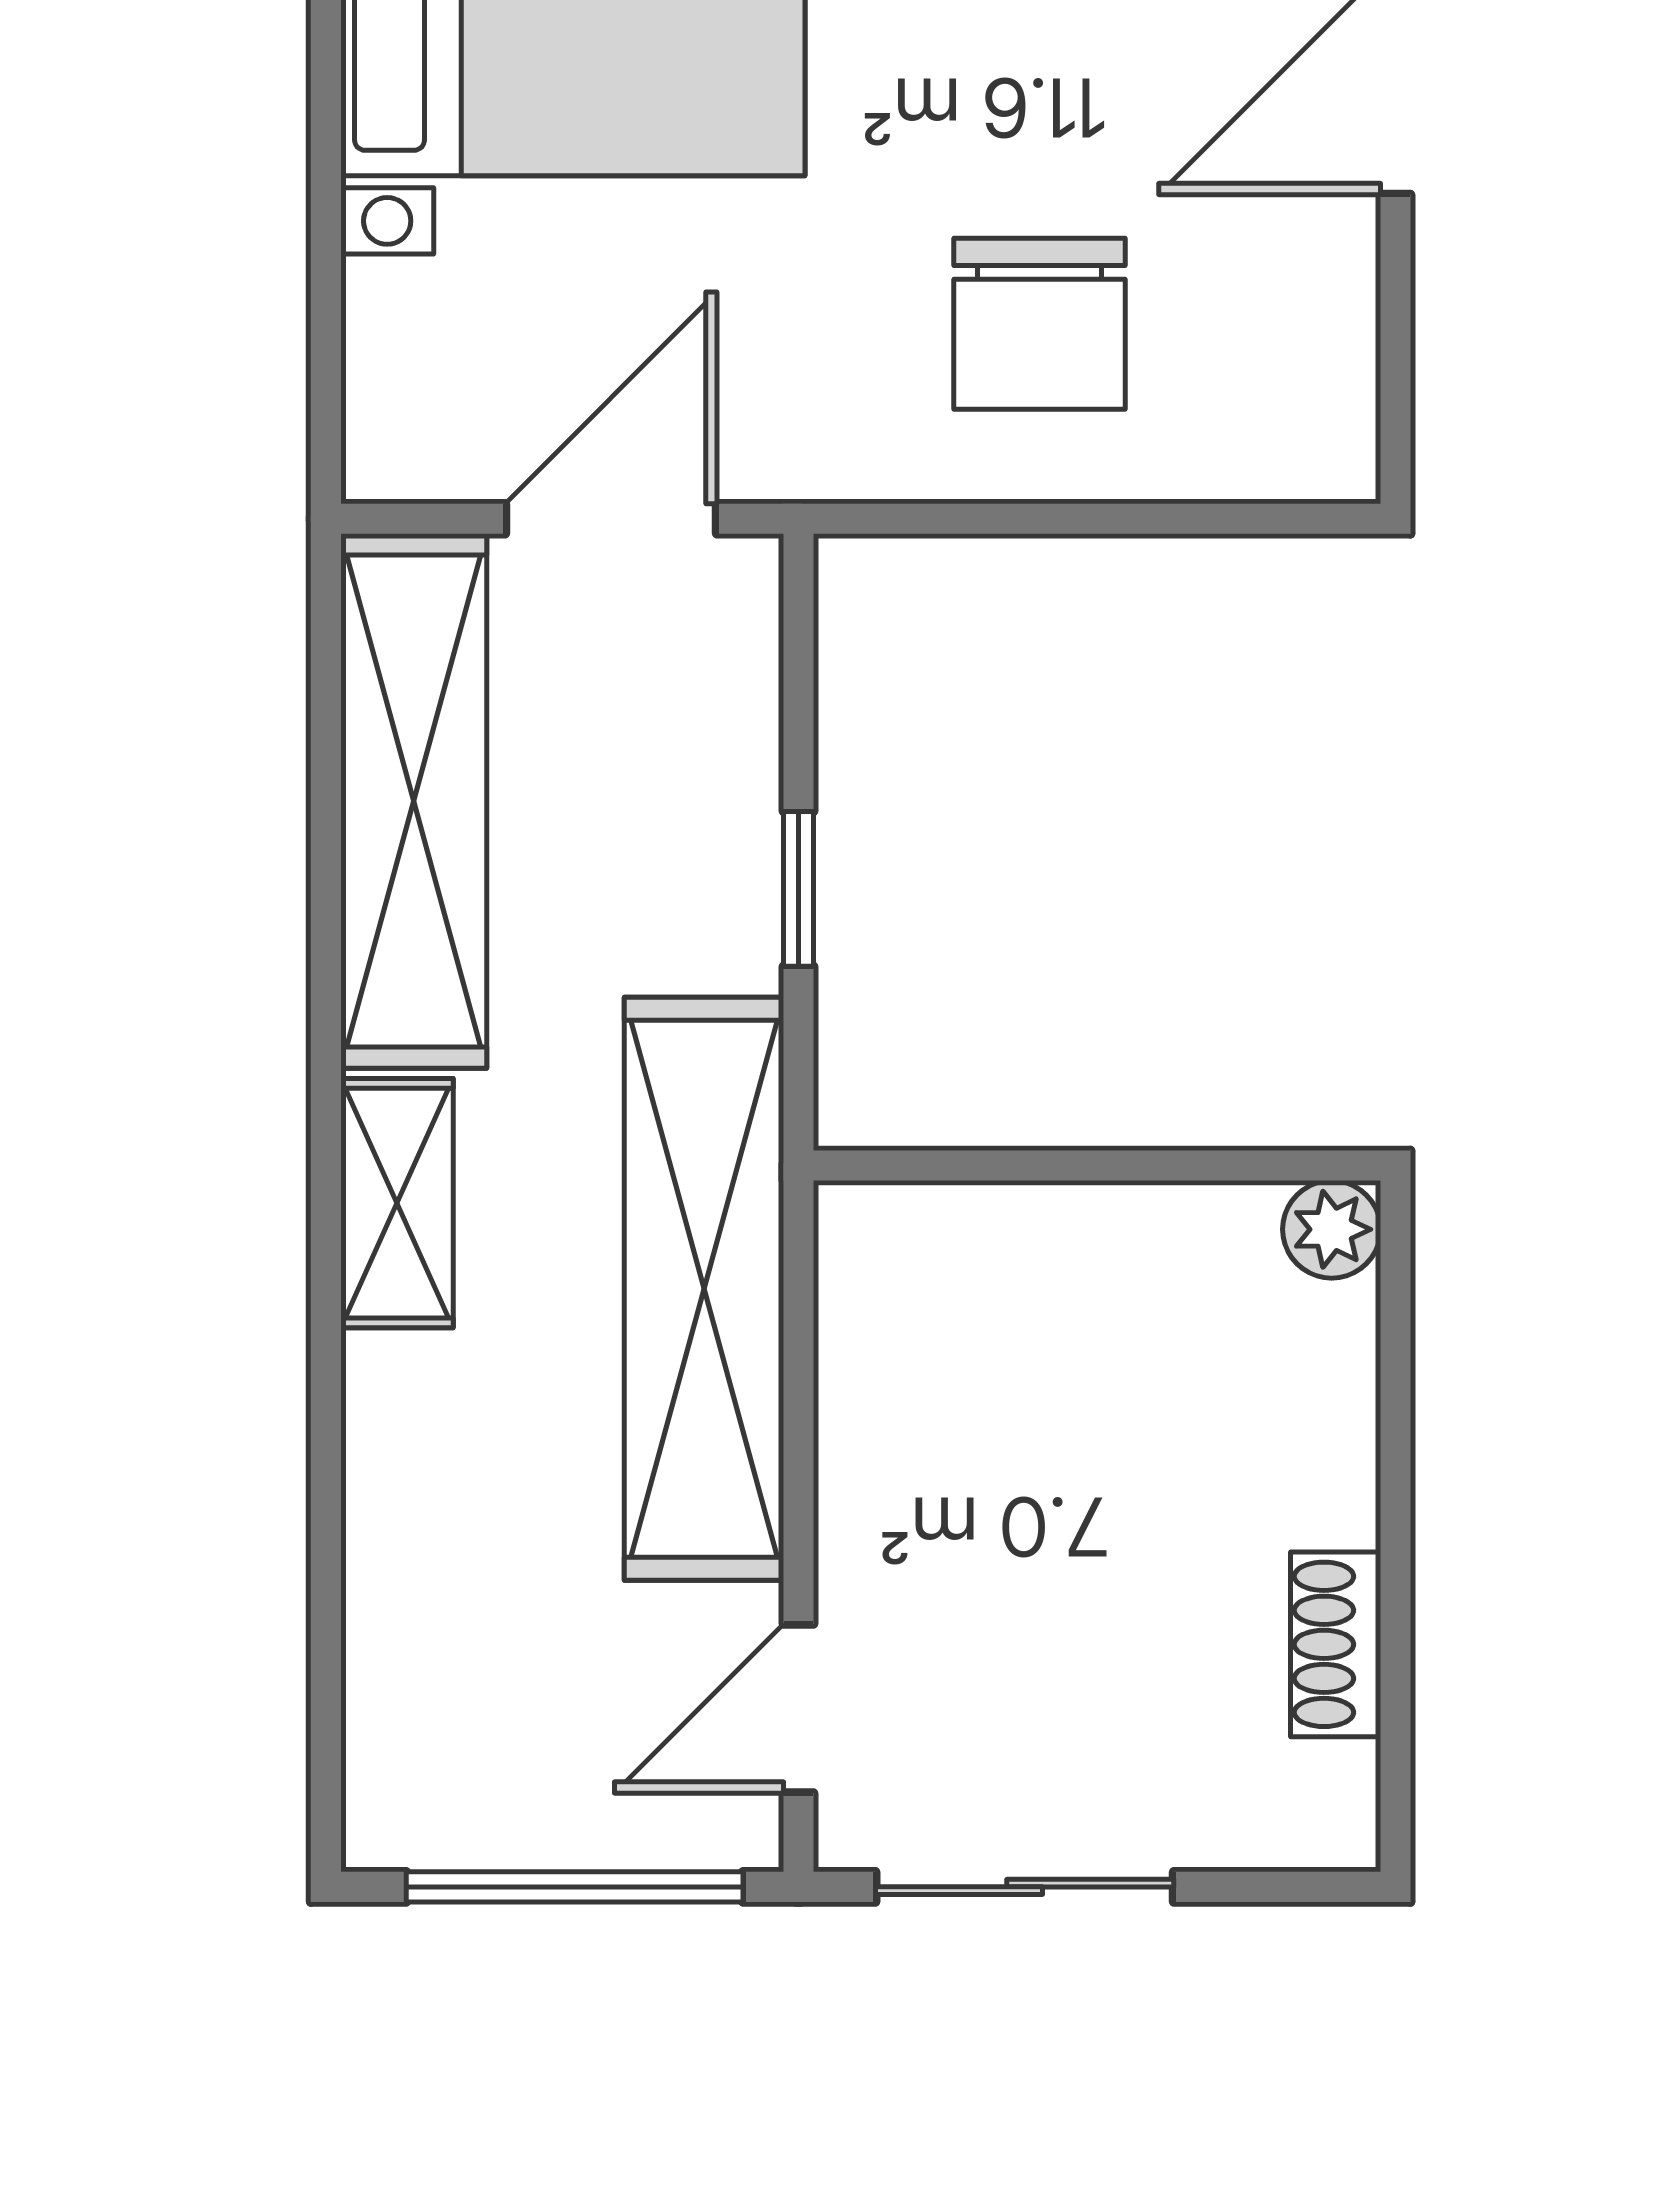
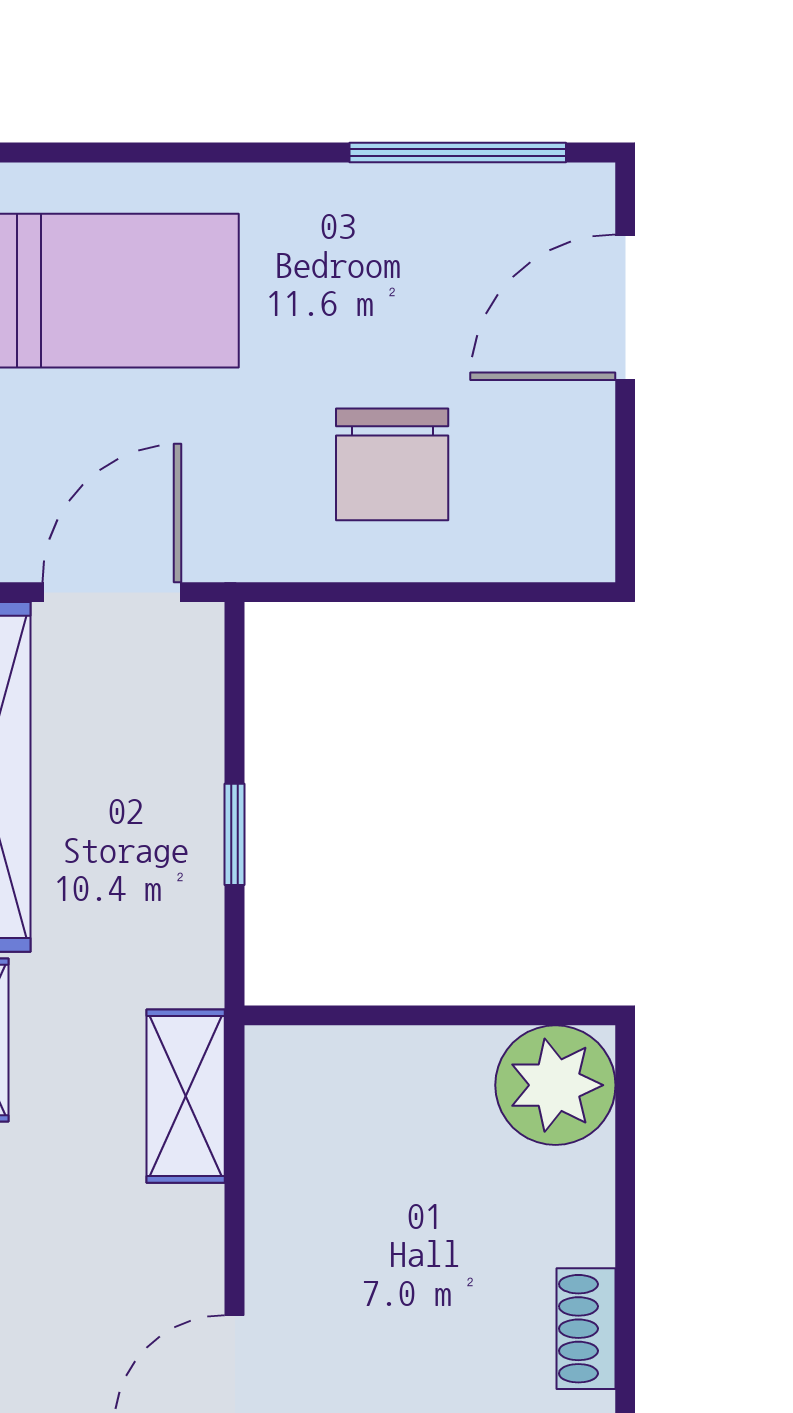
plant: (1332, 1229) -> (555, 1085), width x1.87, depth x1.87
shelving: (704, 1289) -> (186, 1096), width x0.45, depth x0.75

